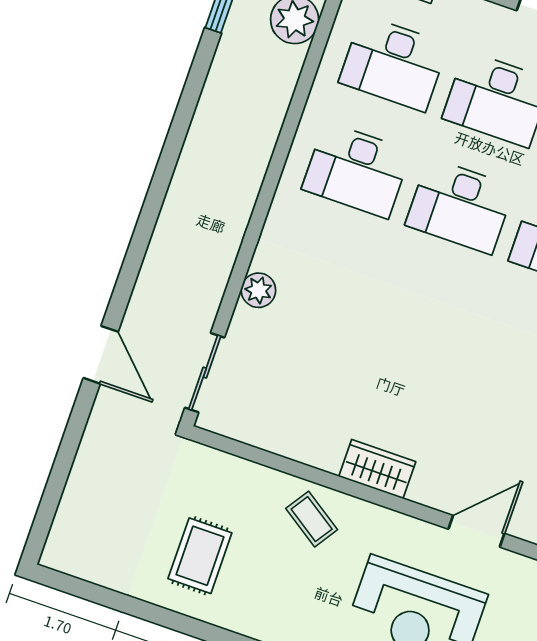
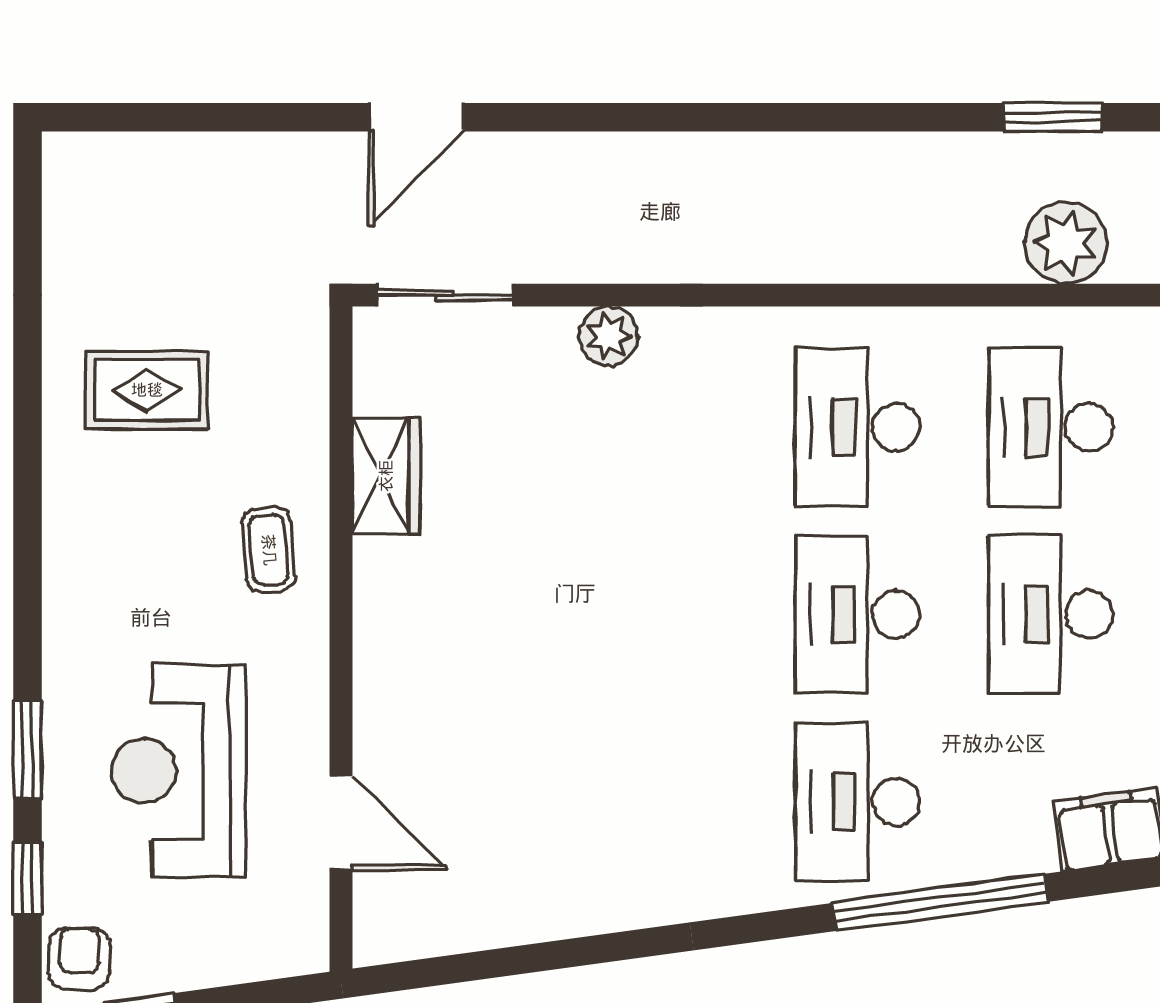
wardrobe: (377, 469) -> (386, 476), moved
coffee table: (312, 519) -> (269, 550), turned -39

